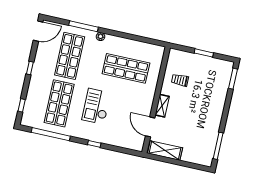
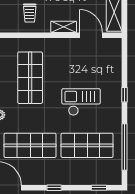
checkout: (96, 106) -> (81, 102), turned 180
door: (150, 127) -> (91, 35), swing flipped

